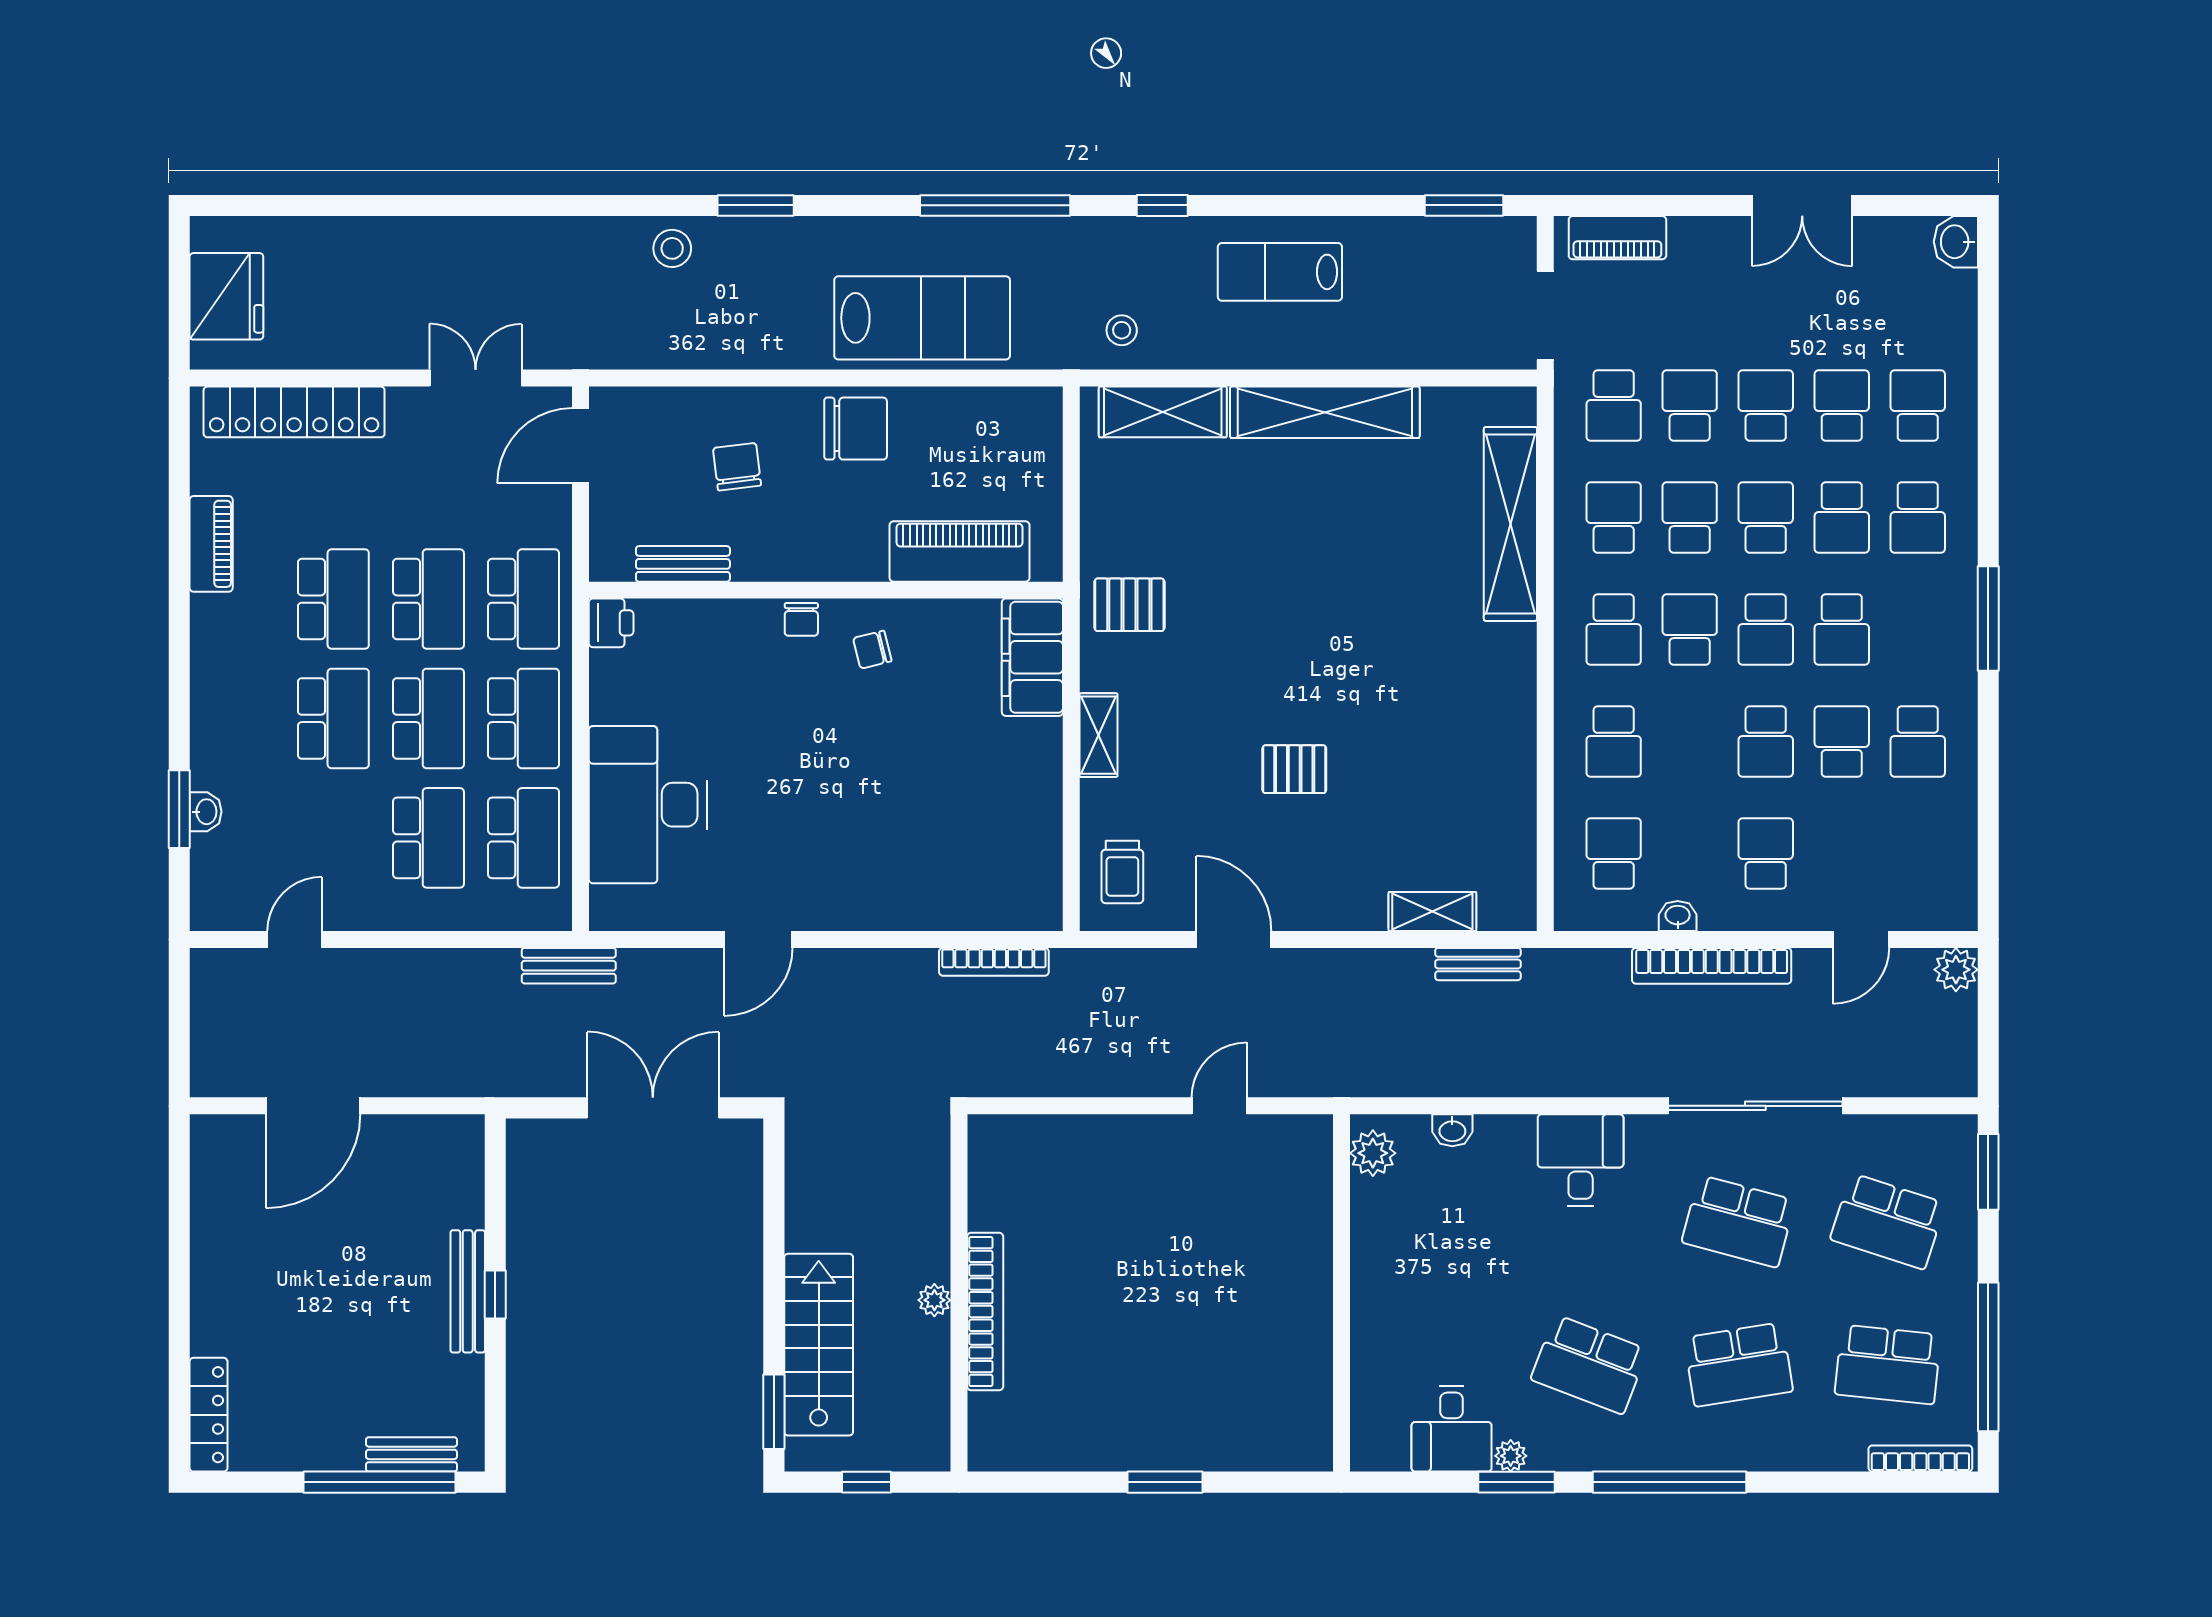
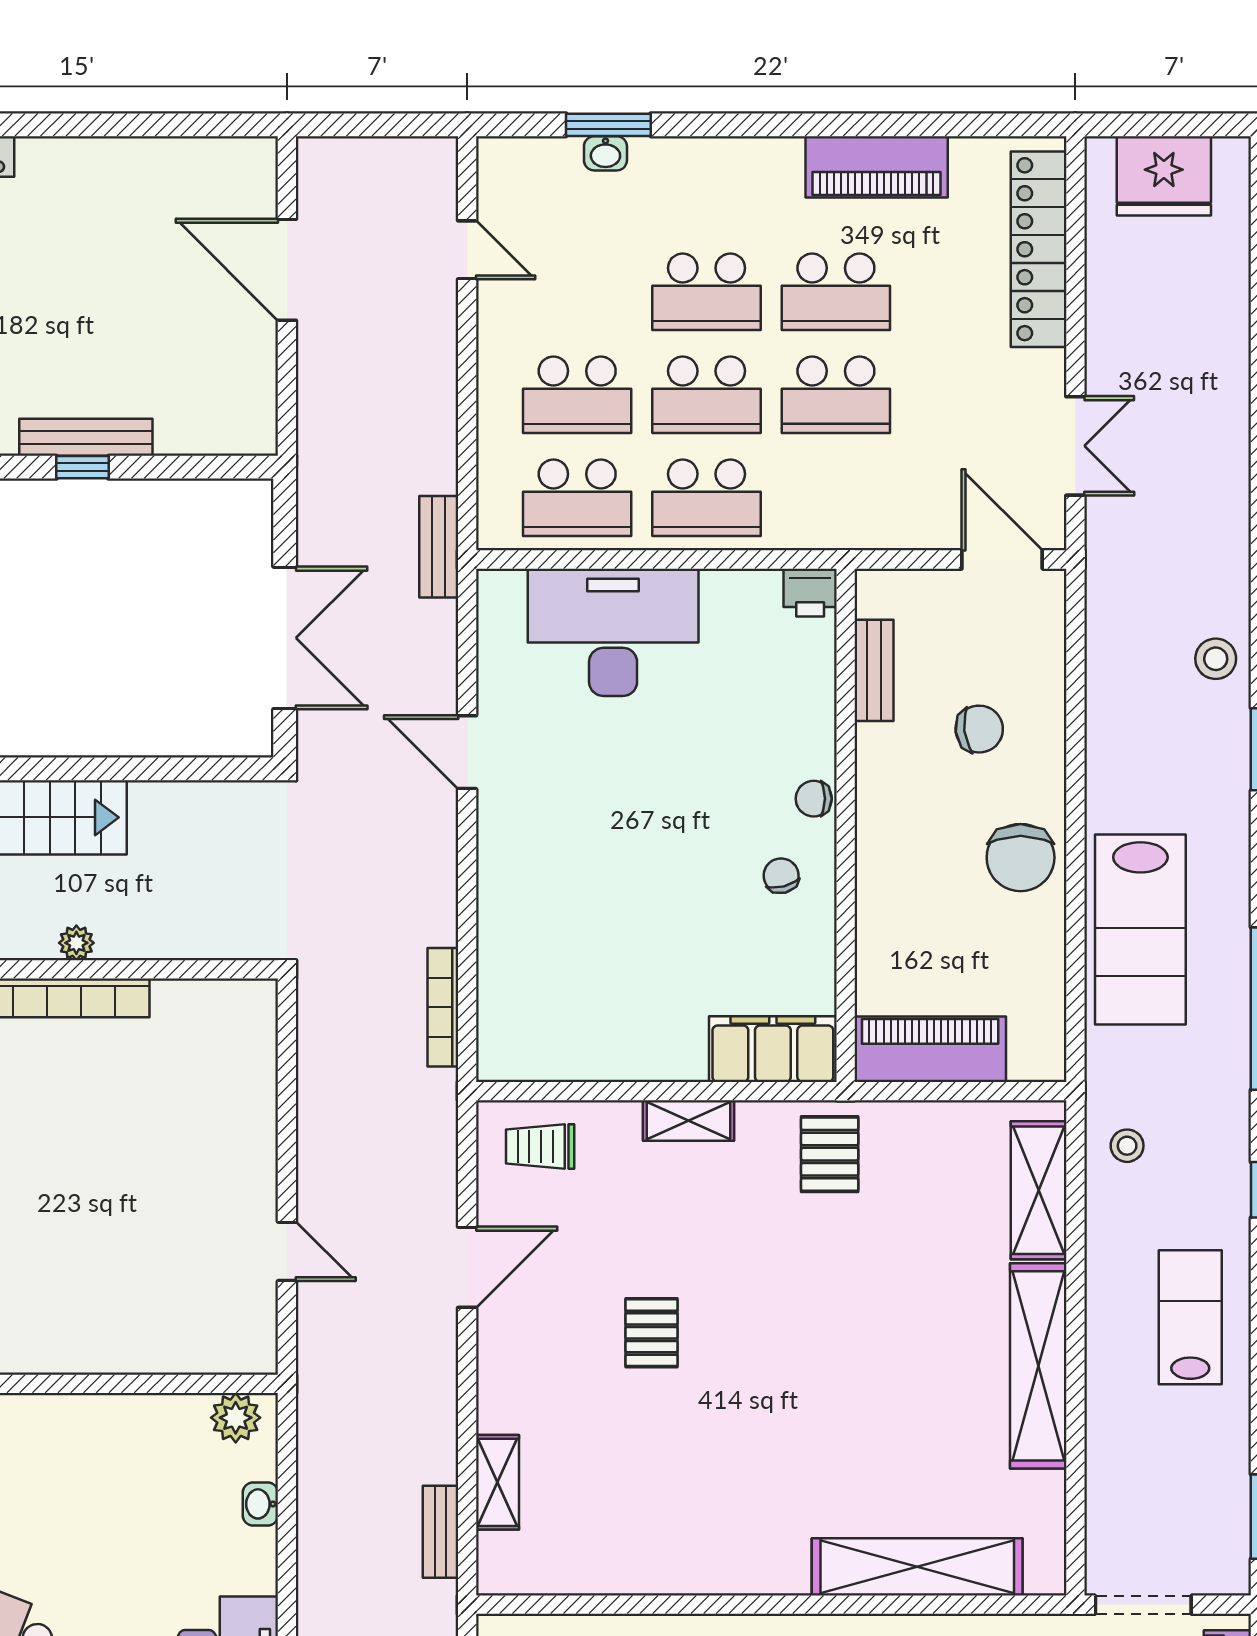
piano: (211, 544) -> (877, 167), width x1.37, depth x1.33
piano: (960, 551) -> (930, 1049), moved, turned -90
school desk: (523, 599) -> (836, 498), removed

